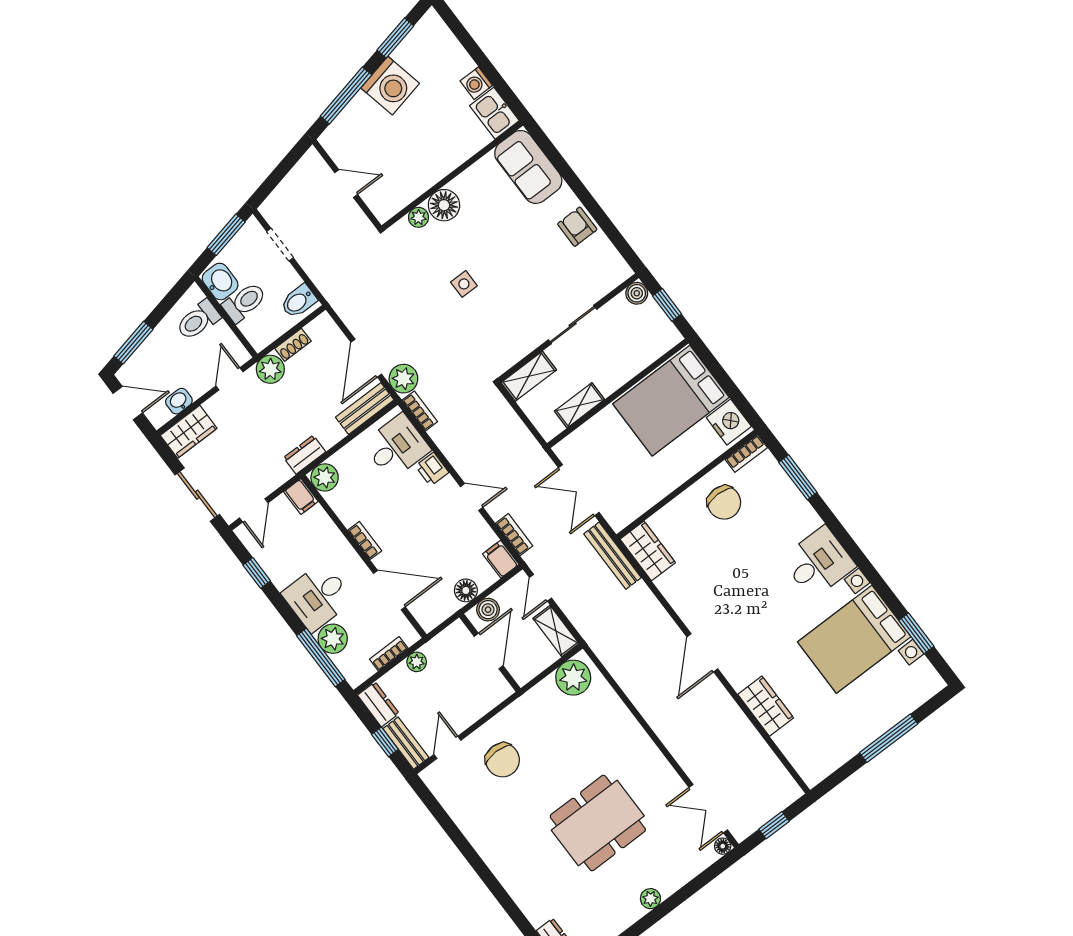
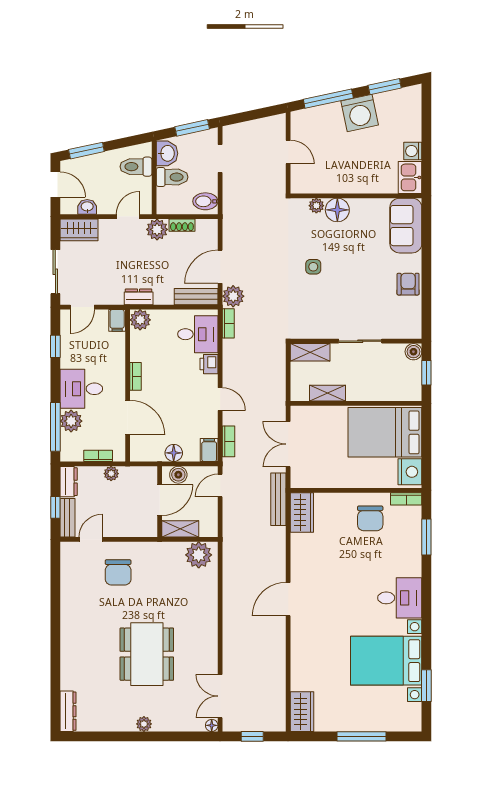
shelving: (556, 631) -> (180, 529), moved, turned 90
wardrobe: (766, 706) -> (302, 712), moved
dining table: (598, 823) -> (147, 654), turned 90

